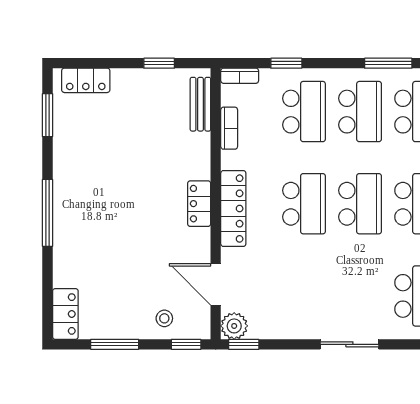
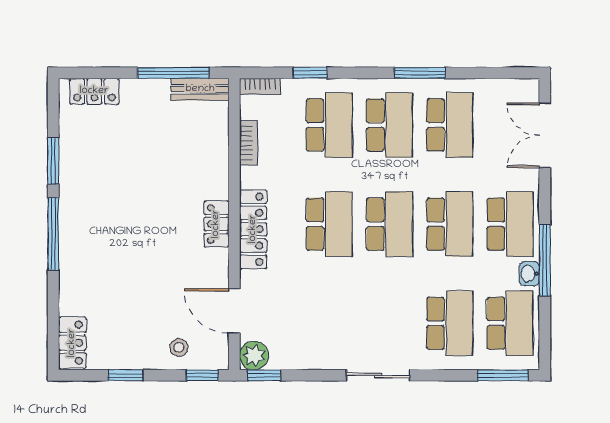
window: (159, 63) -> (173, 73), width x2.17
bench: (200, 104) -> (200, 89), moved, turned 90
window: (48, 115) -> (53, 161), moved
window: (115, 344) -> (126, 375), width x0.67

